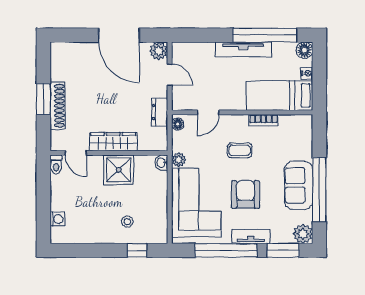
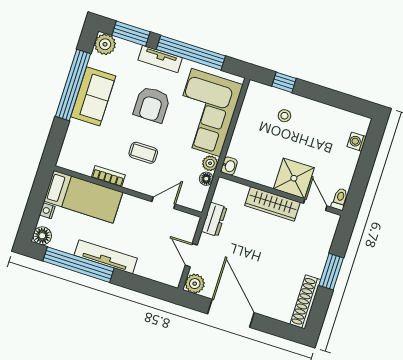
shoe rack: (58, 106) -> (305, 302), moved
floor lamp: (178, 124) -> (206, 179), moved
shower: (119, 170) -> (294, 178), moved

